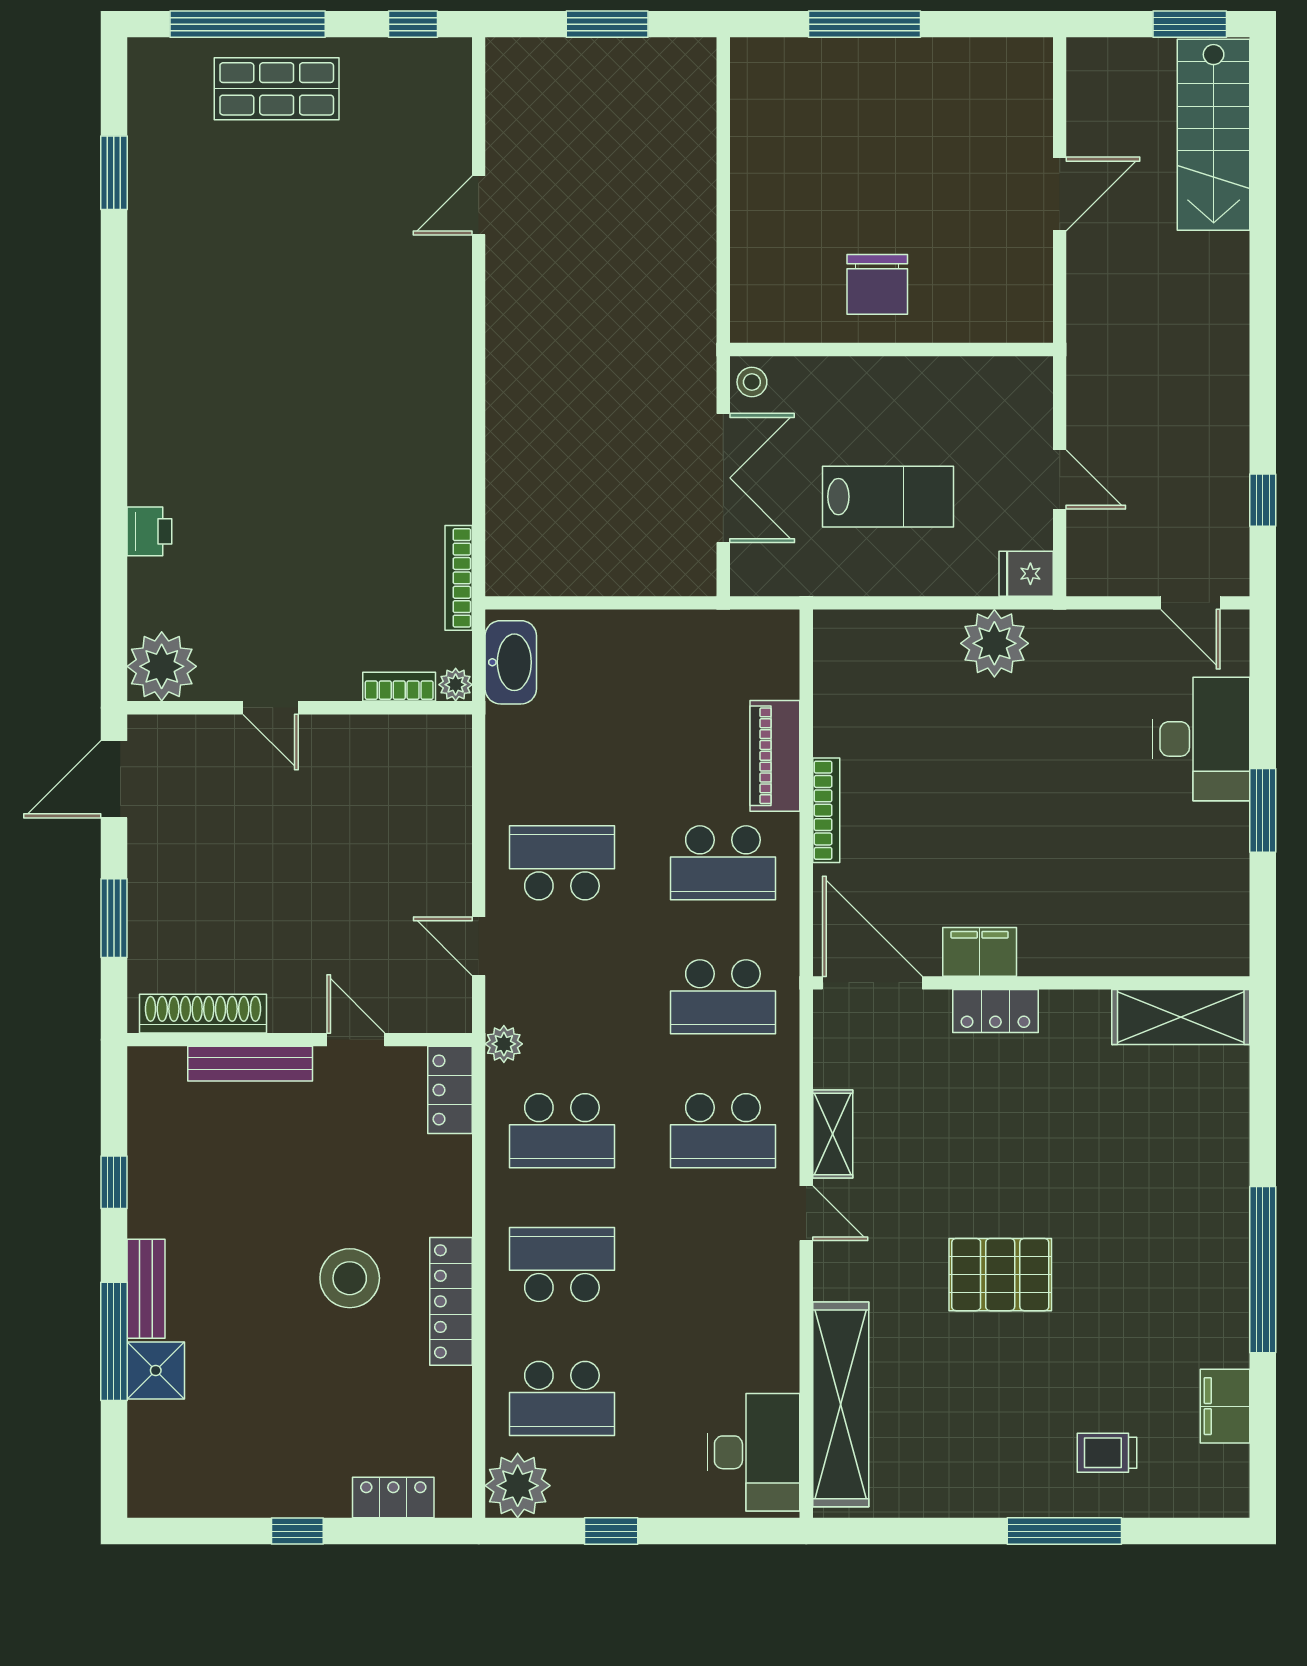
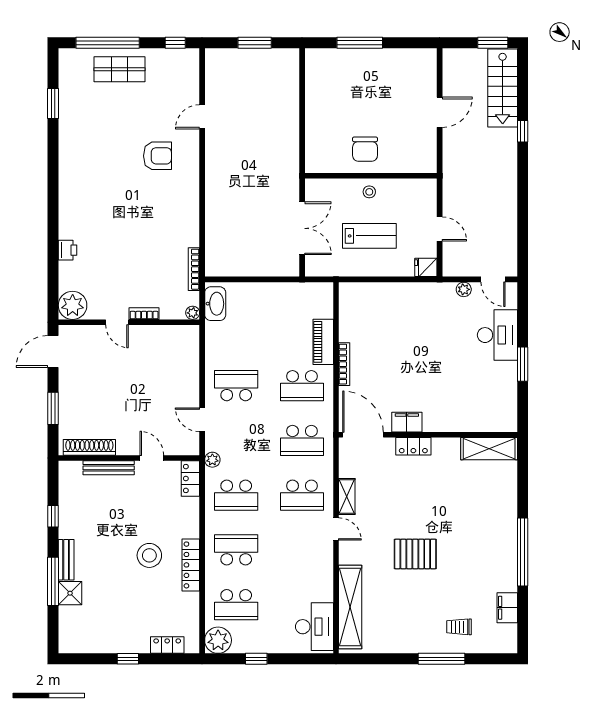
armchair: (369, 301) -> (157, 156), added
stool: (752, 382) -> (369, 192), moved
window: (1263, 500) -> (523, 131), moved
plant: (994, 643) -> (464, 289), moved, width x0.53, depth x0.53
bookcase: (399, 687) -> (144, 314), moved

